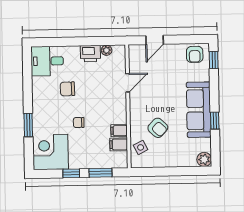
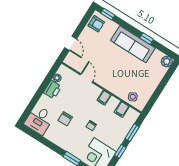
armchair: (158, 128) -> (127, 78), removed
filing cabinet: (119, 131) -> (104, 98), moved

